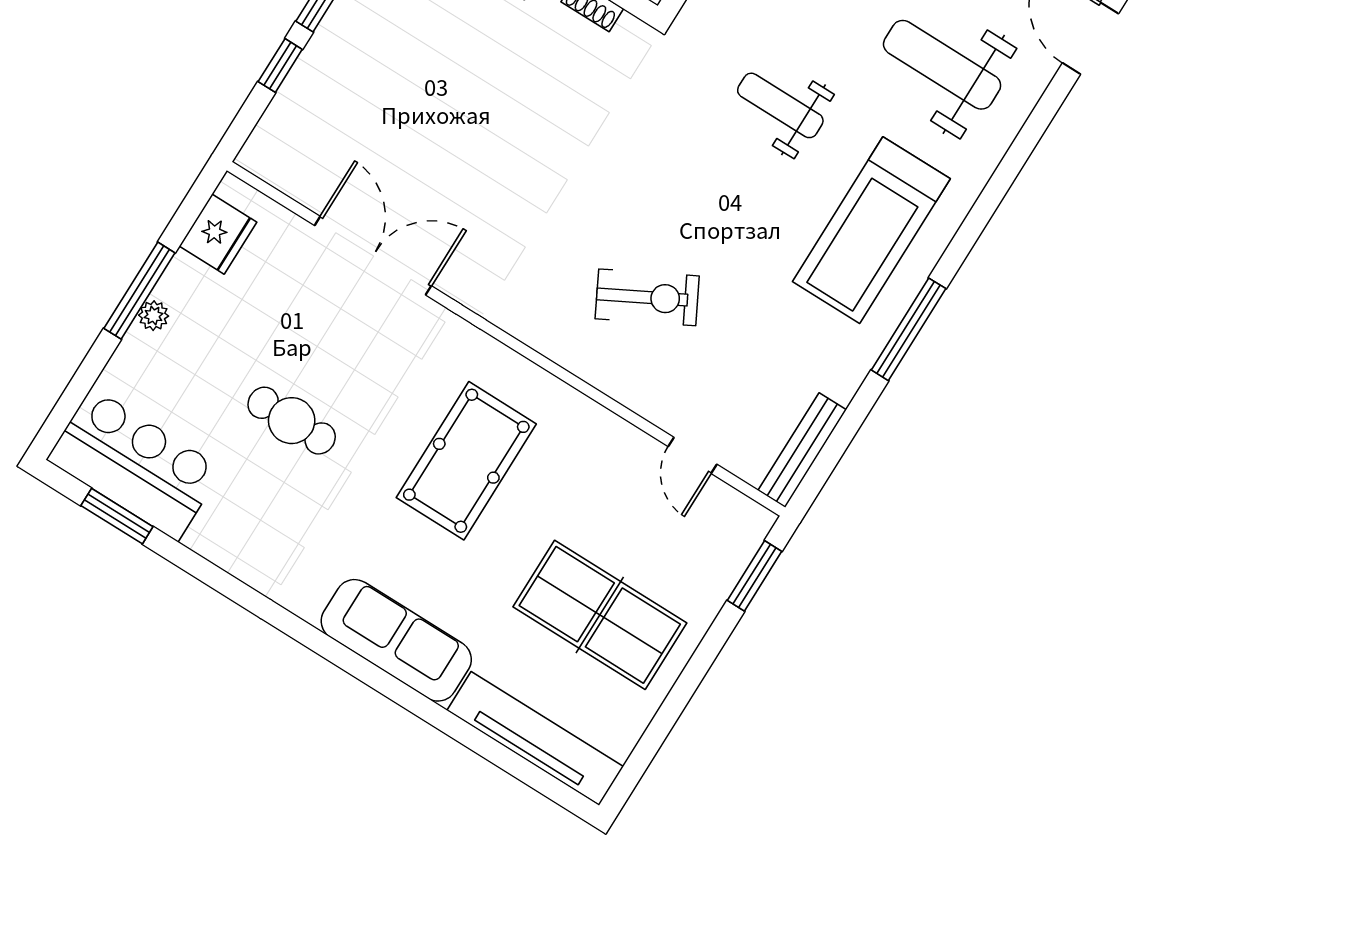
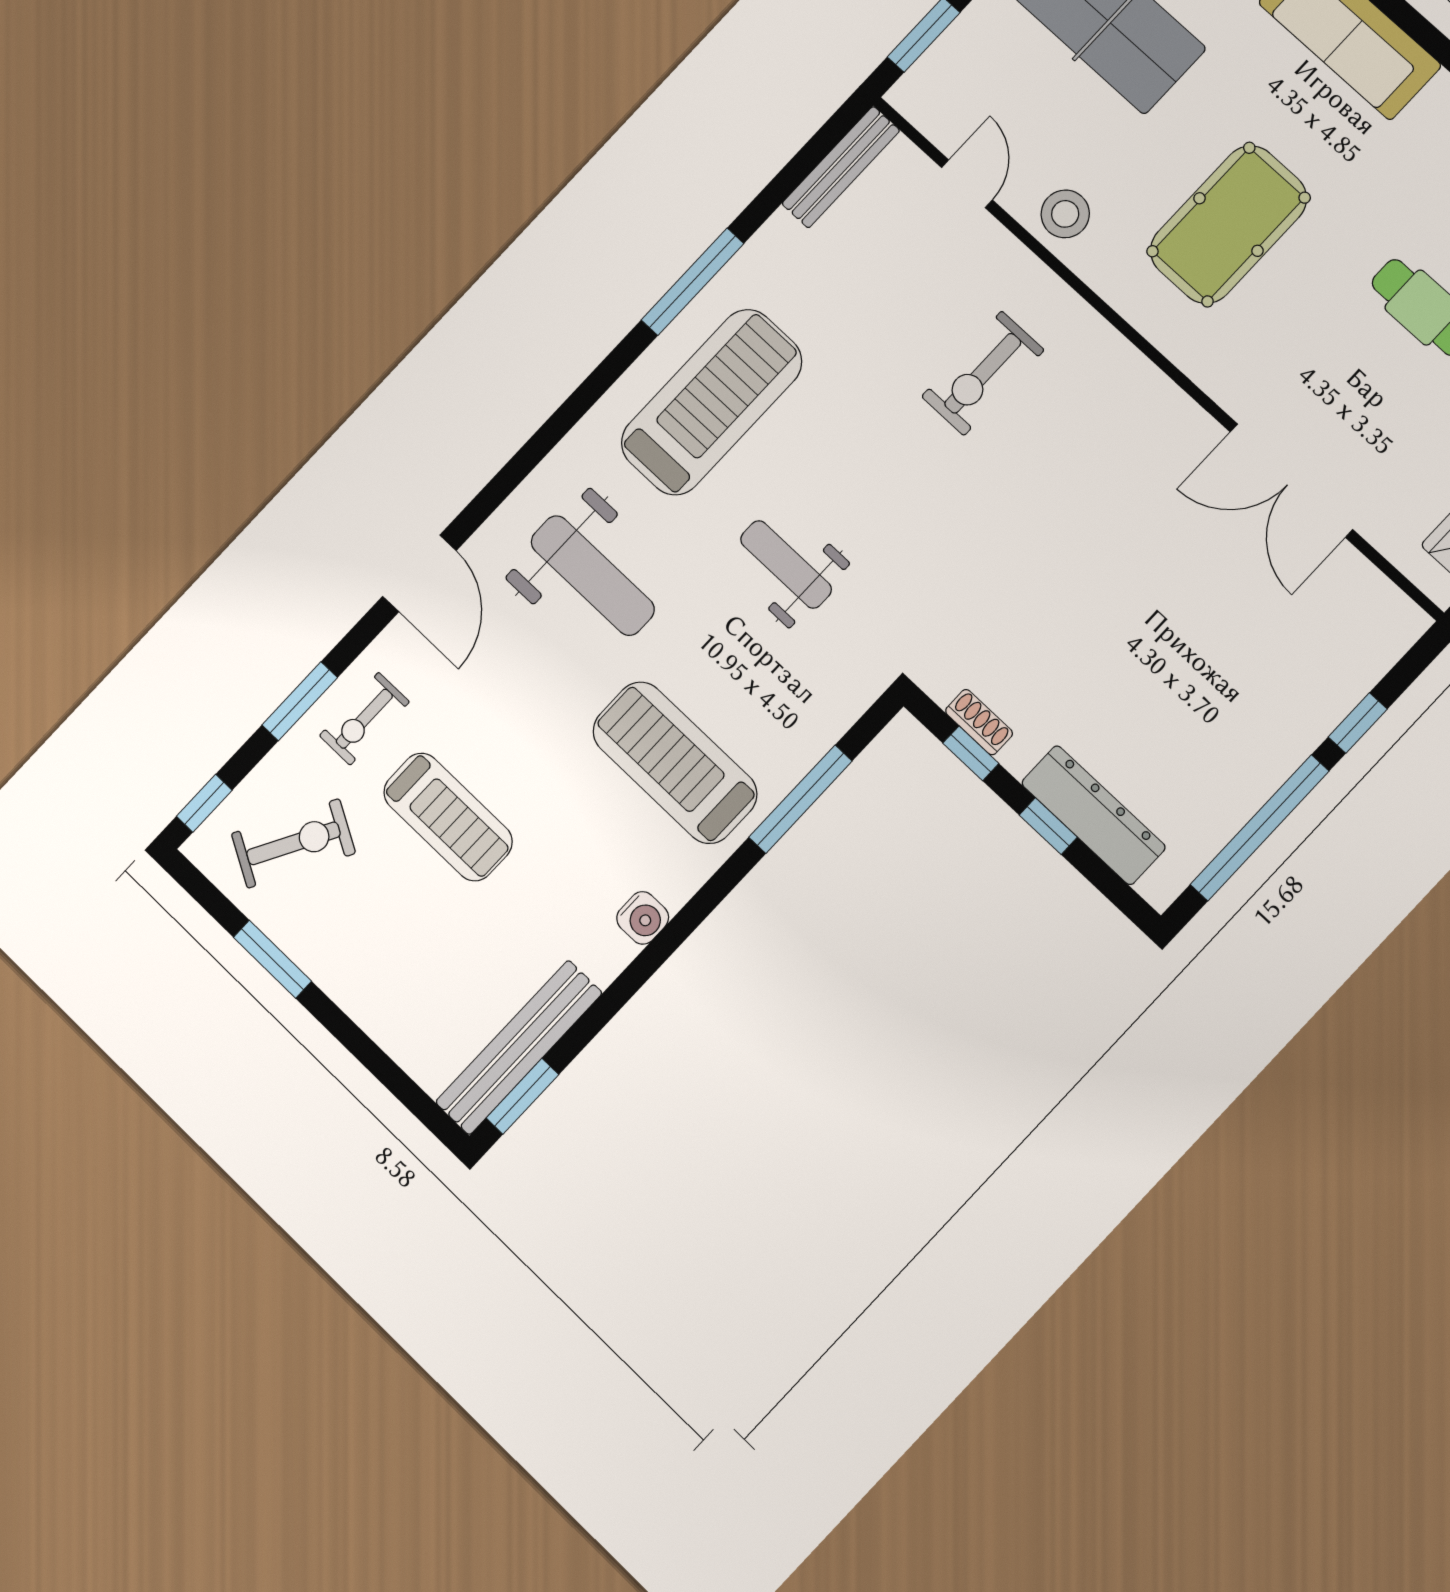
weight bench: (780, 105) -> (786, 564), turned 180
exercise bike: (647, 297) -> (983, 373), turned -62
stool: (605, 445) -> (1065, 214), added

